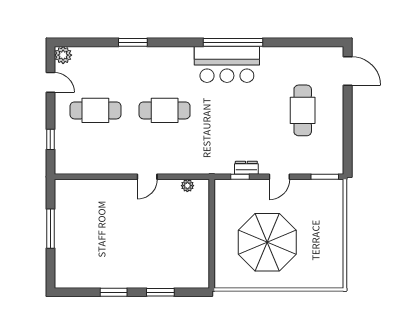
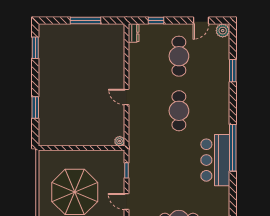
window: (133, 42) -> (233, 71), moved
window: (233, 42) -> (233, 148), moved
dresser: (246, 168) -> (134, 33), moved
plant: (187, 186) -> (120, 141), moved
window: (114, 292) -> (35, 48), moved

